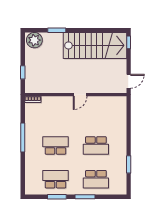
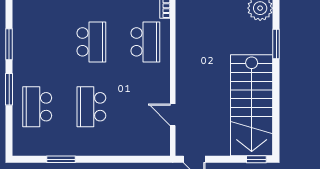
door: (80, 95) -> (173, 115), moved
school desk: (55, 179) -> (145, 42), moved

